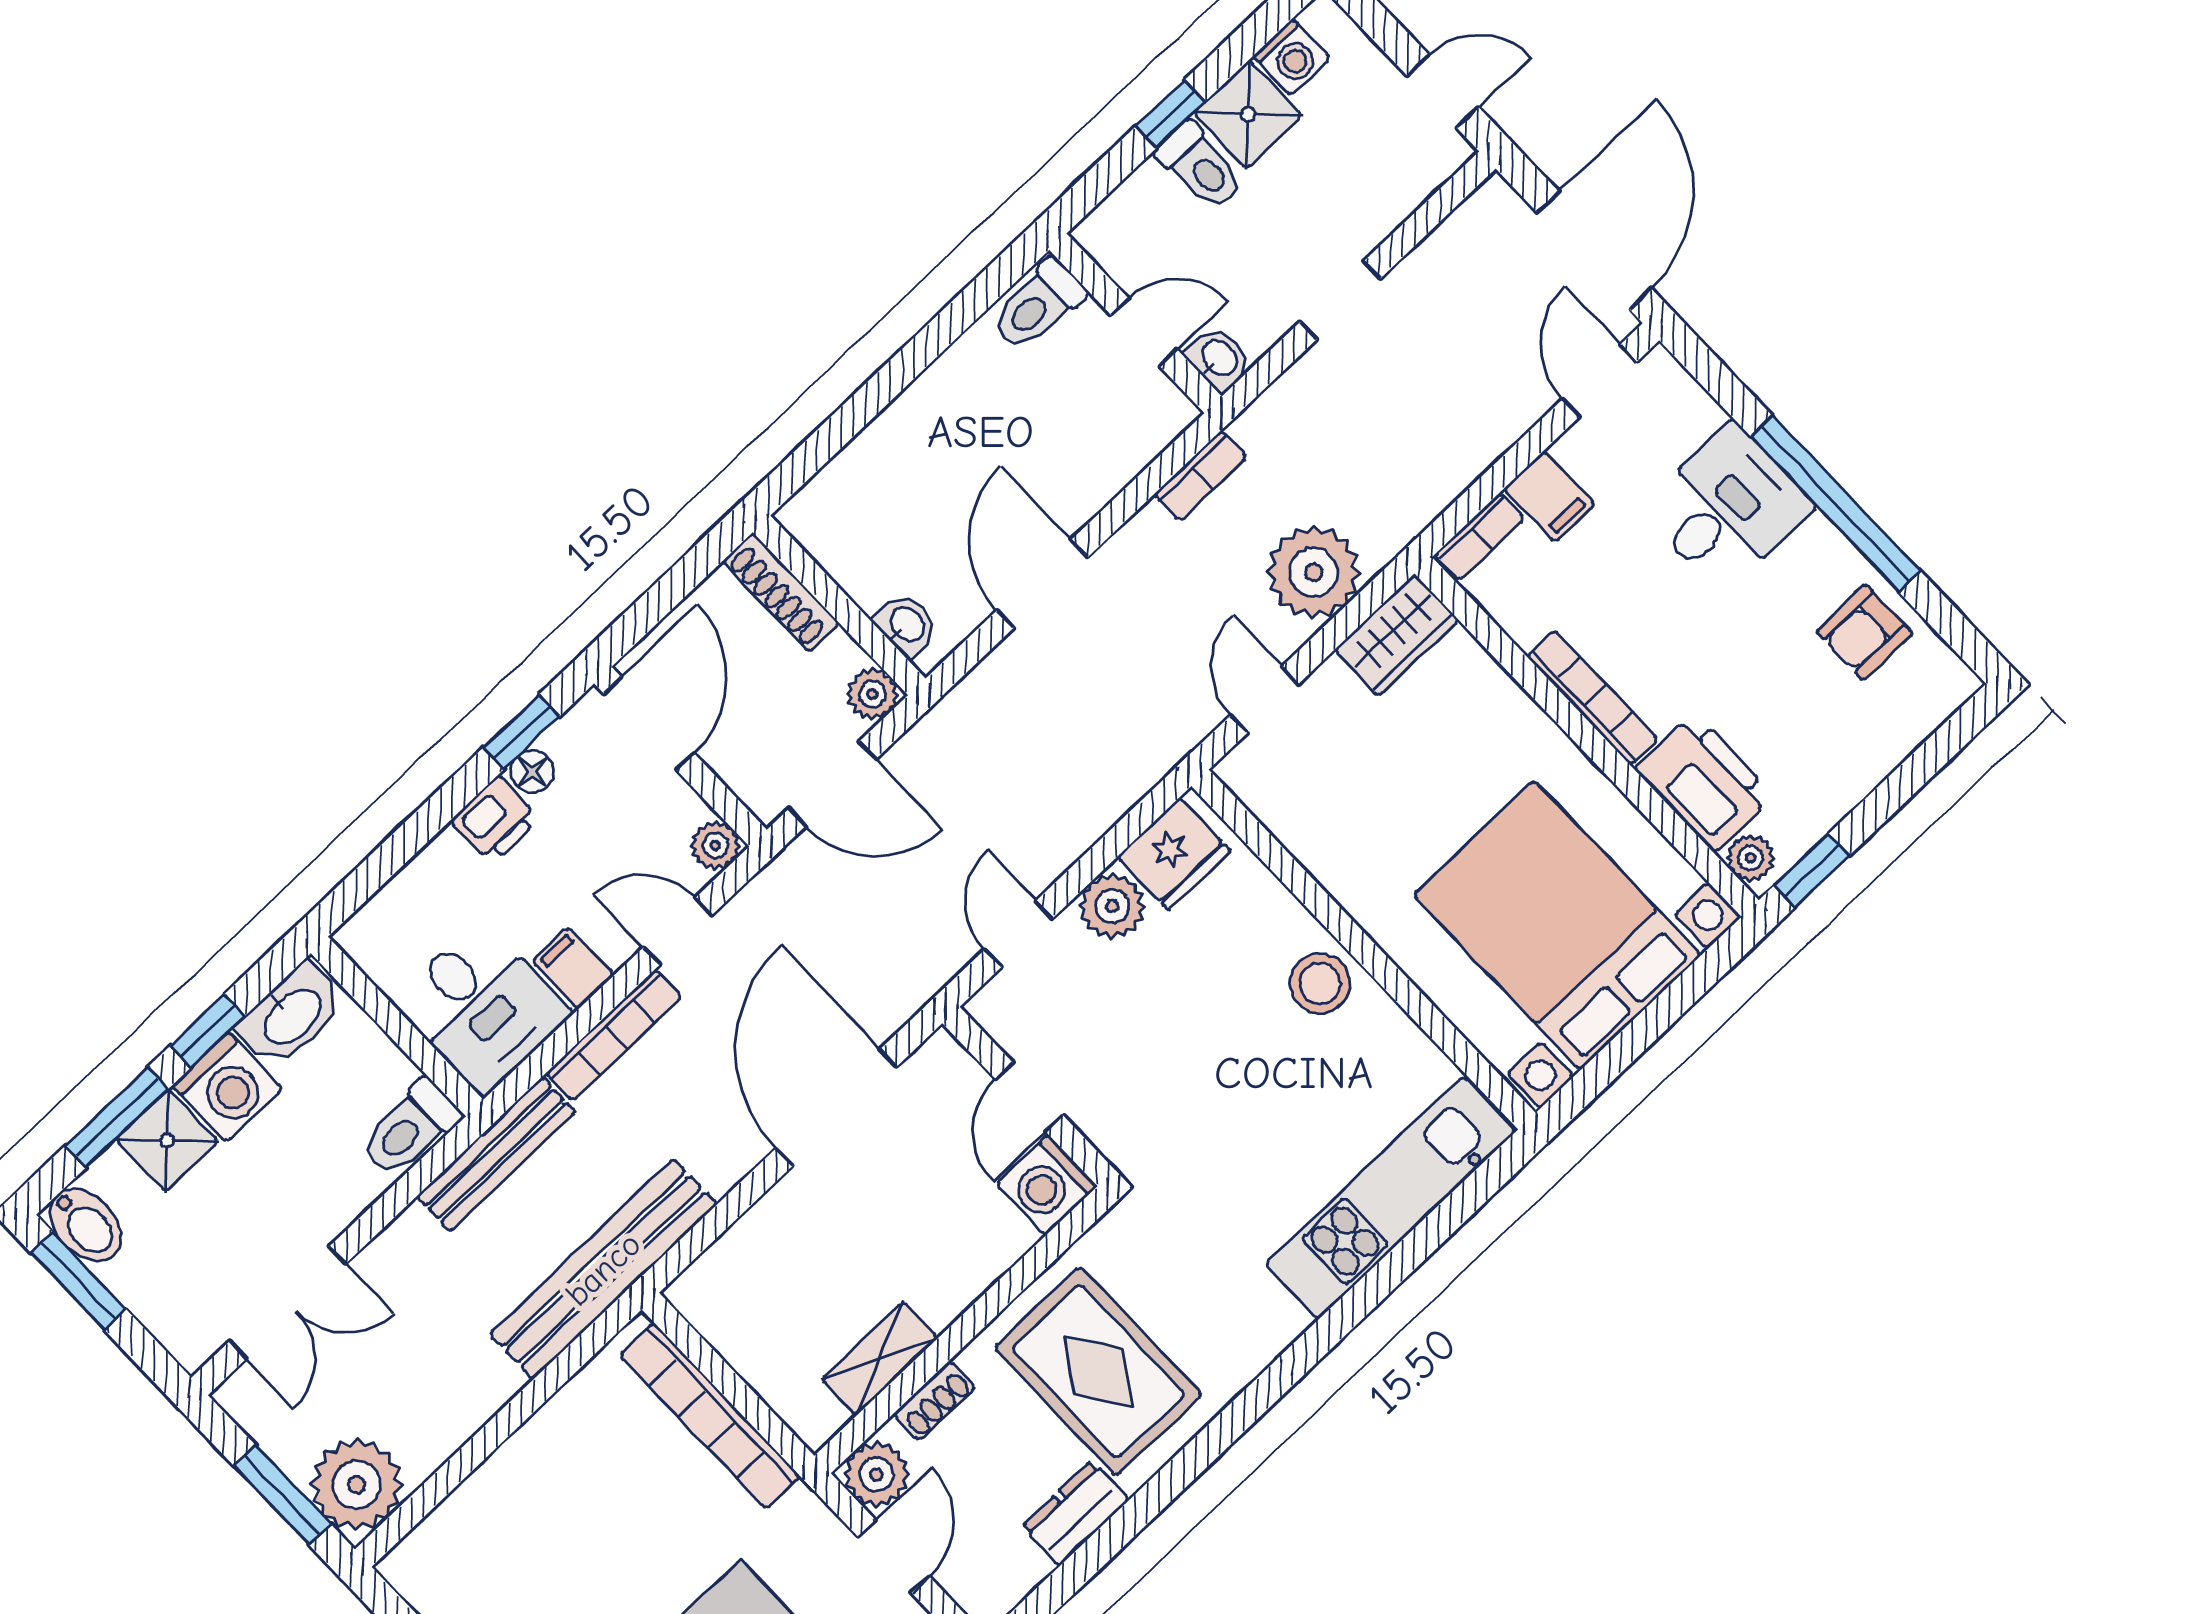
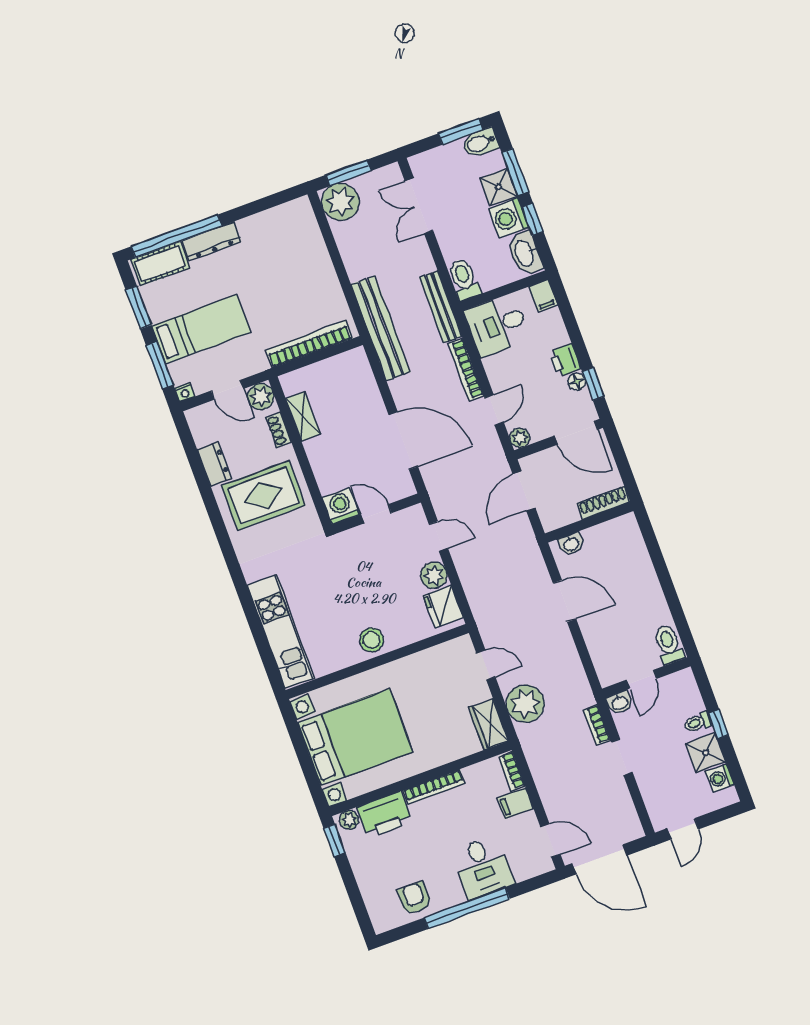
toilet: (1201, 166) -> (698, 722), width x0.73, depth x0.72
bookcase: (1200, 476) -> (597, 725), moved
plant: (873, 694) -> (551, 520), removed
filing cabinet: (573, 968) -> (543, 296), moved, turned 90

